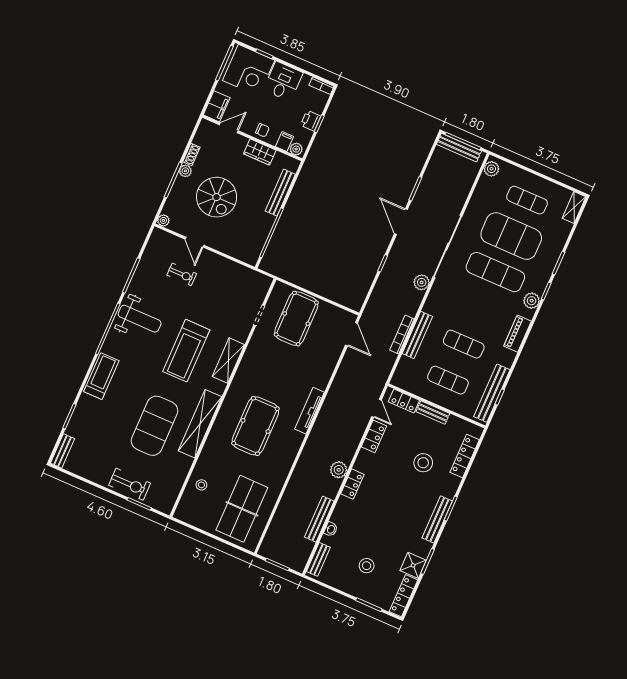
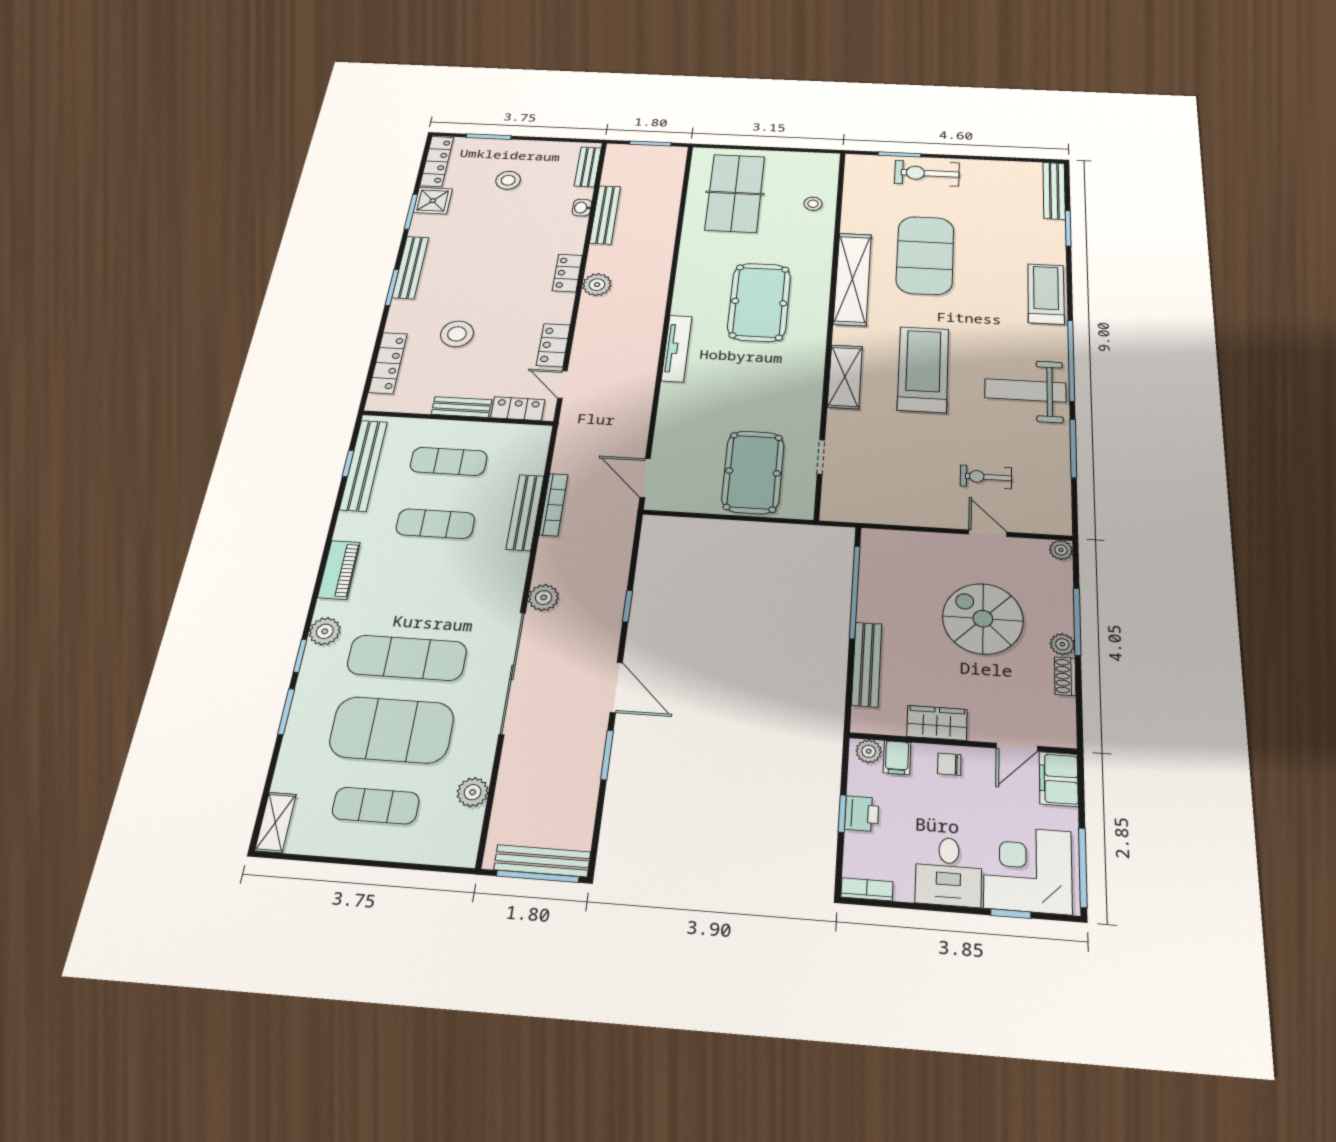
plant: (491, 169) -> (473, 792), moved
treadmill: (101, 376) -> (1046, 294), turned 180
bench: (63, 451) -> (1054, 191), width x1.36

